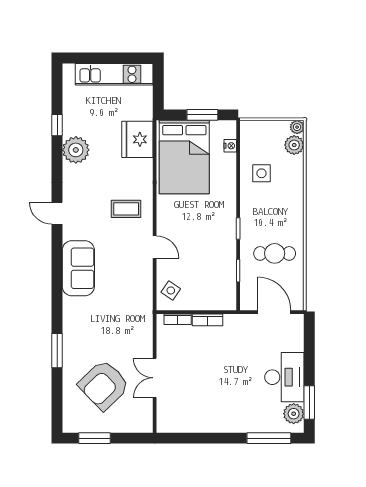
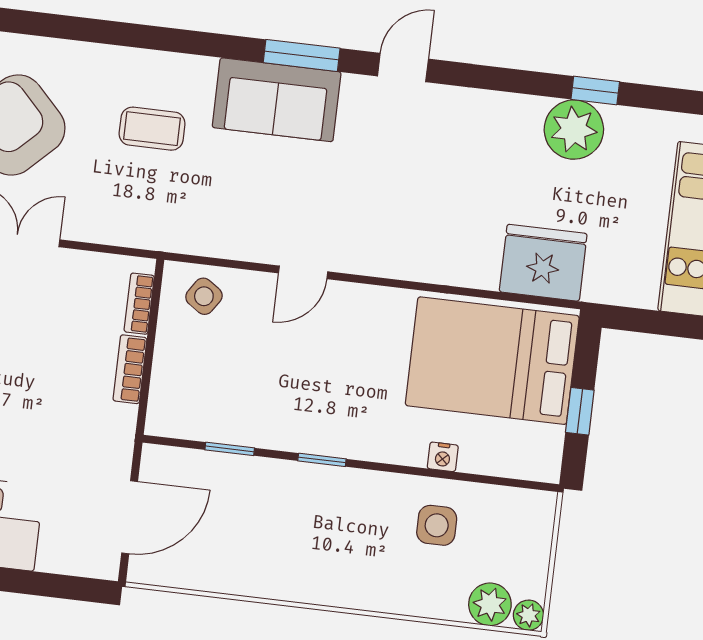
window: (202, 115) -> (580, 411), width x0.67
nightstand: (230, 146) -> (443, 457), moved
plant: (76, 150) -> (574, 130), moved
coffee table: (126, 209) -> (152, 129), moved, turned 90
cafe table: (275, 253) -> (258, 533), removed
window: (57, 351) -> (302, 55), moved

